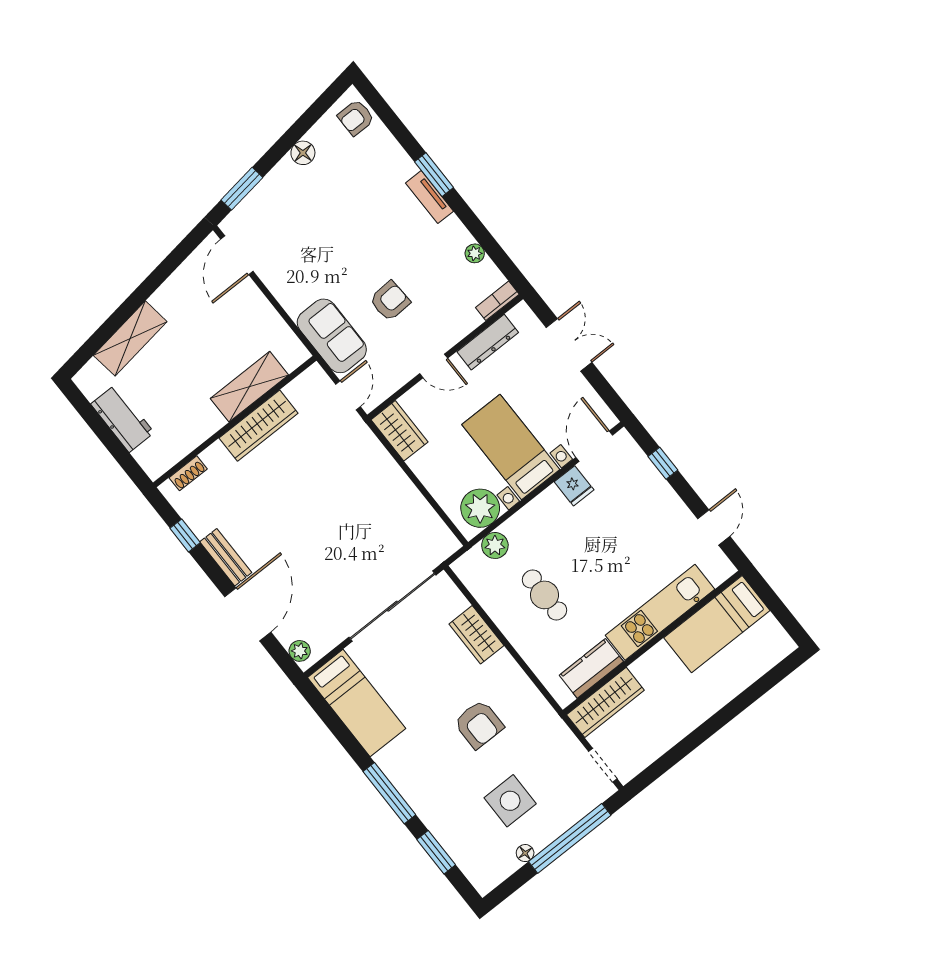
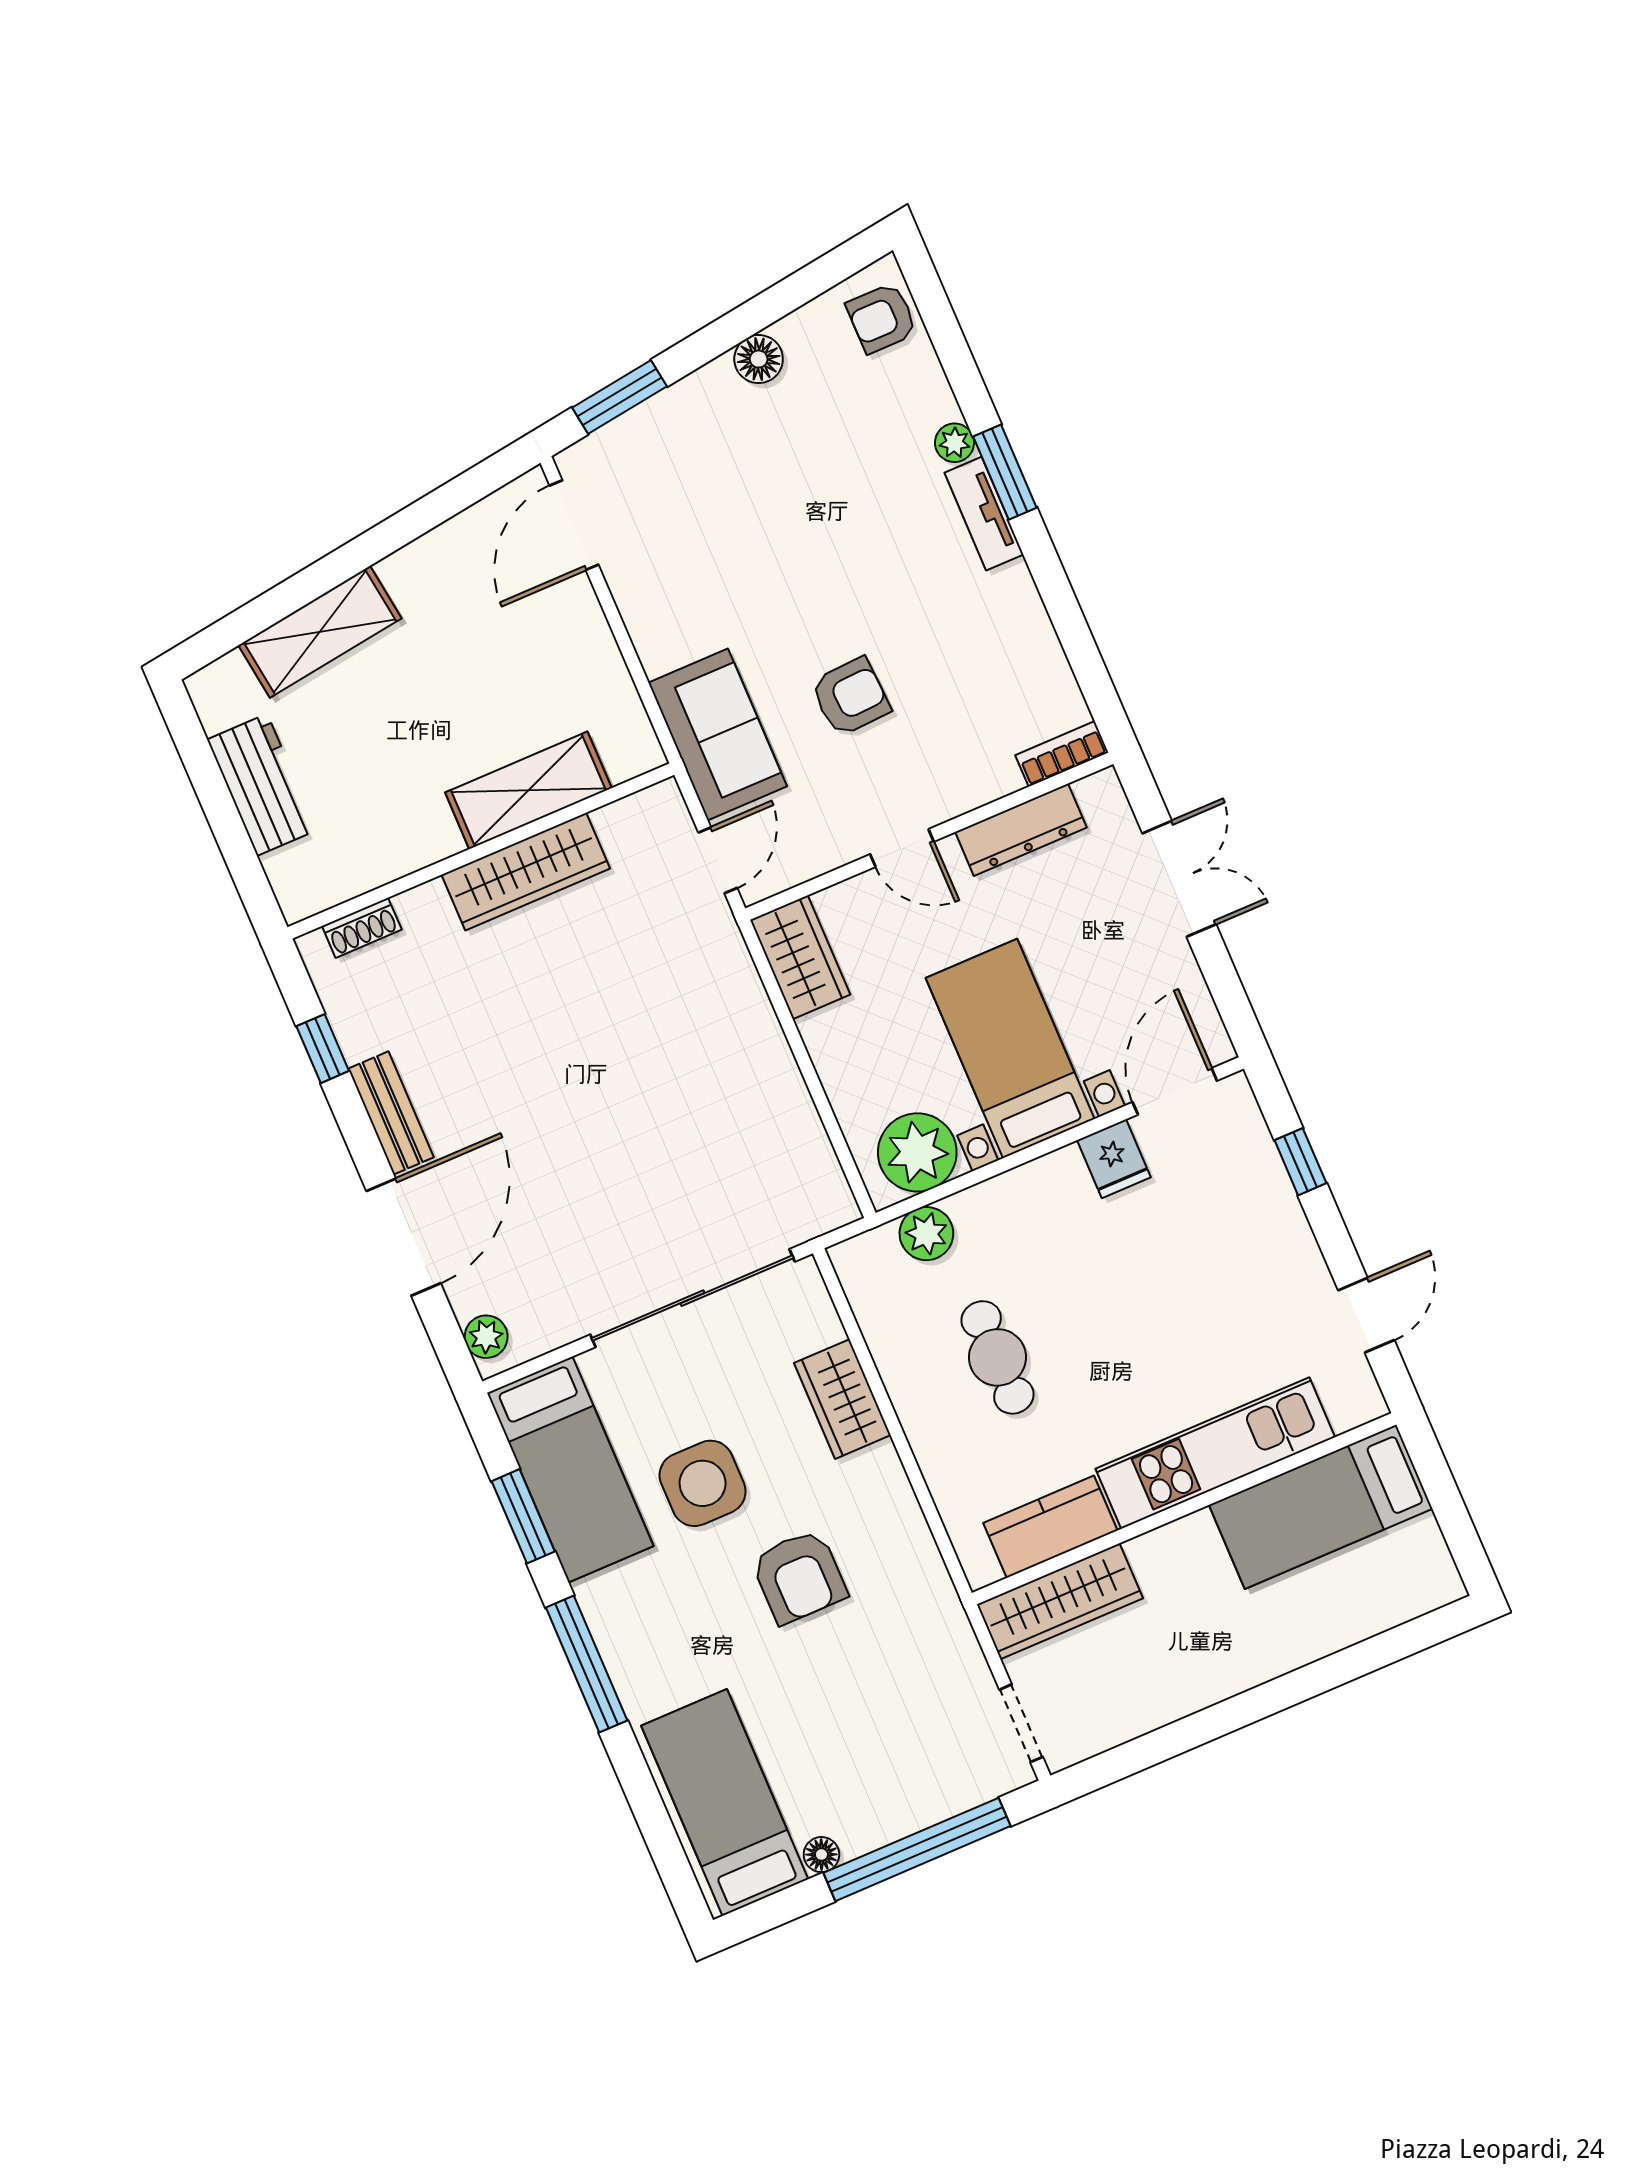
plant: (475, 253) -> (955, 443), moved
side table: (510, 801) -> (703, 1483), moved
bed: (473, 841) -> (725, 1803), added
window: (436, 852) -> (523, 1516), moved

